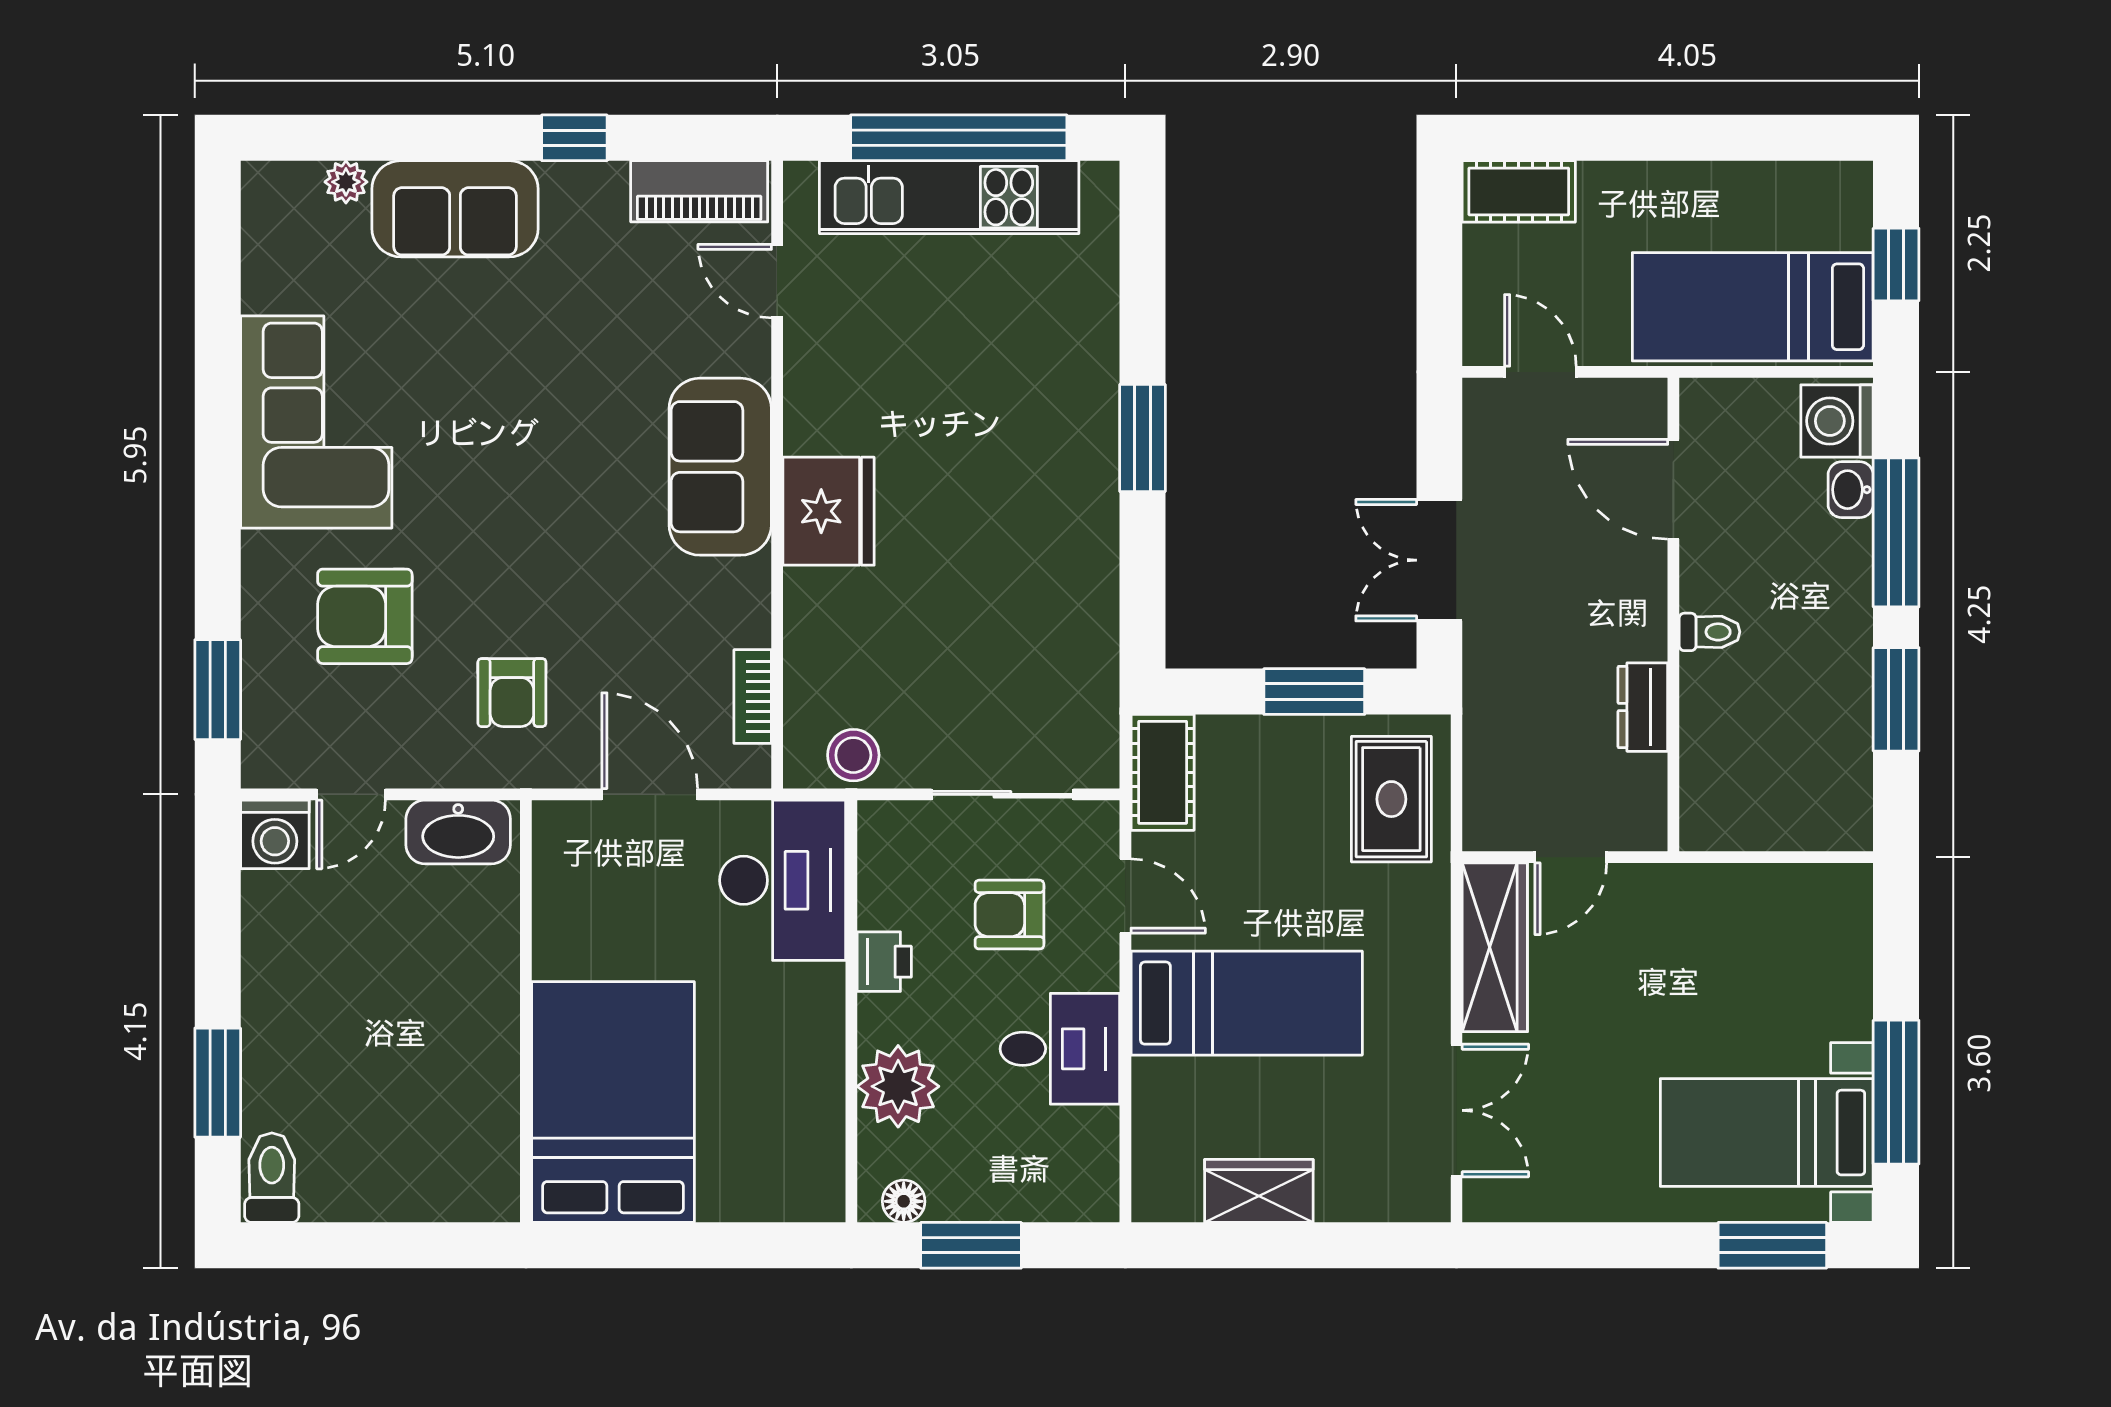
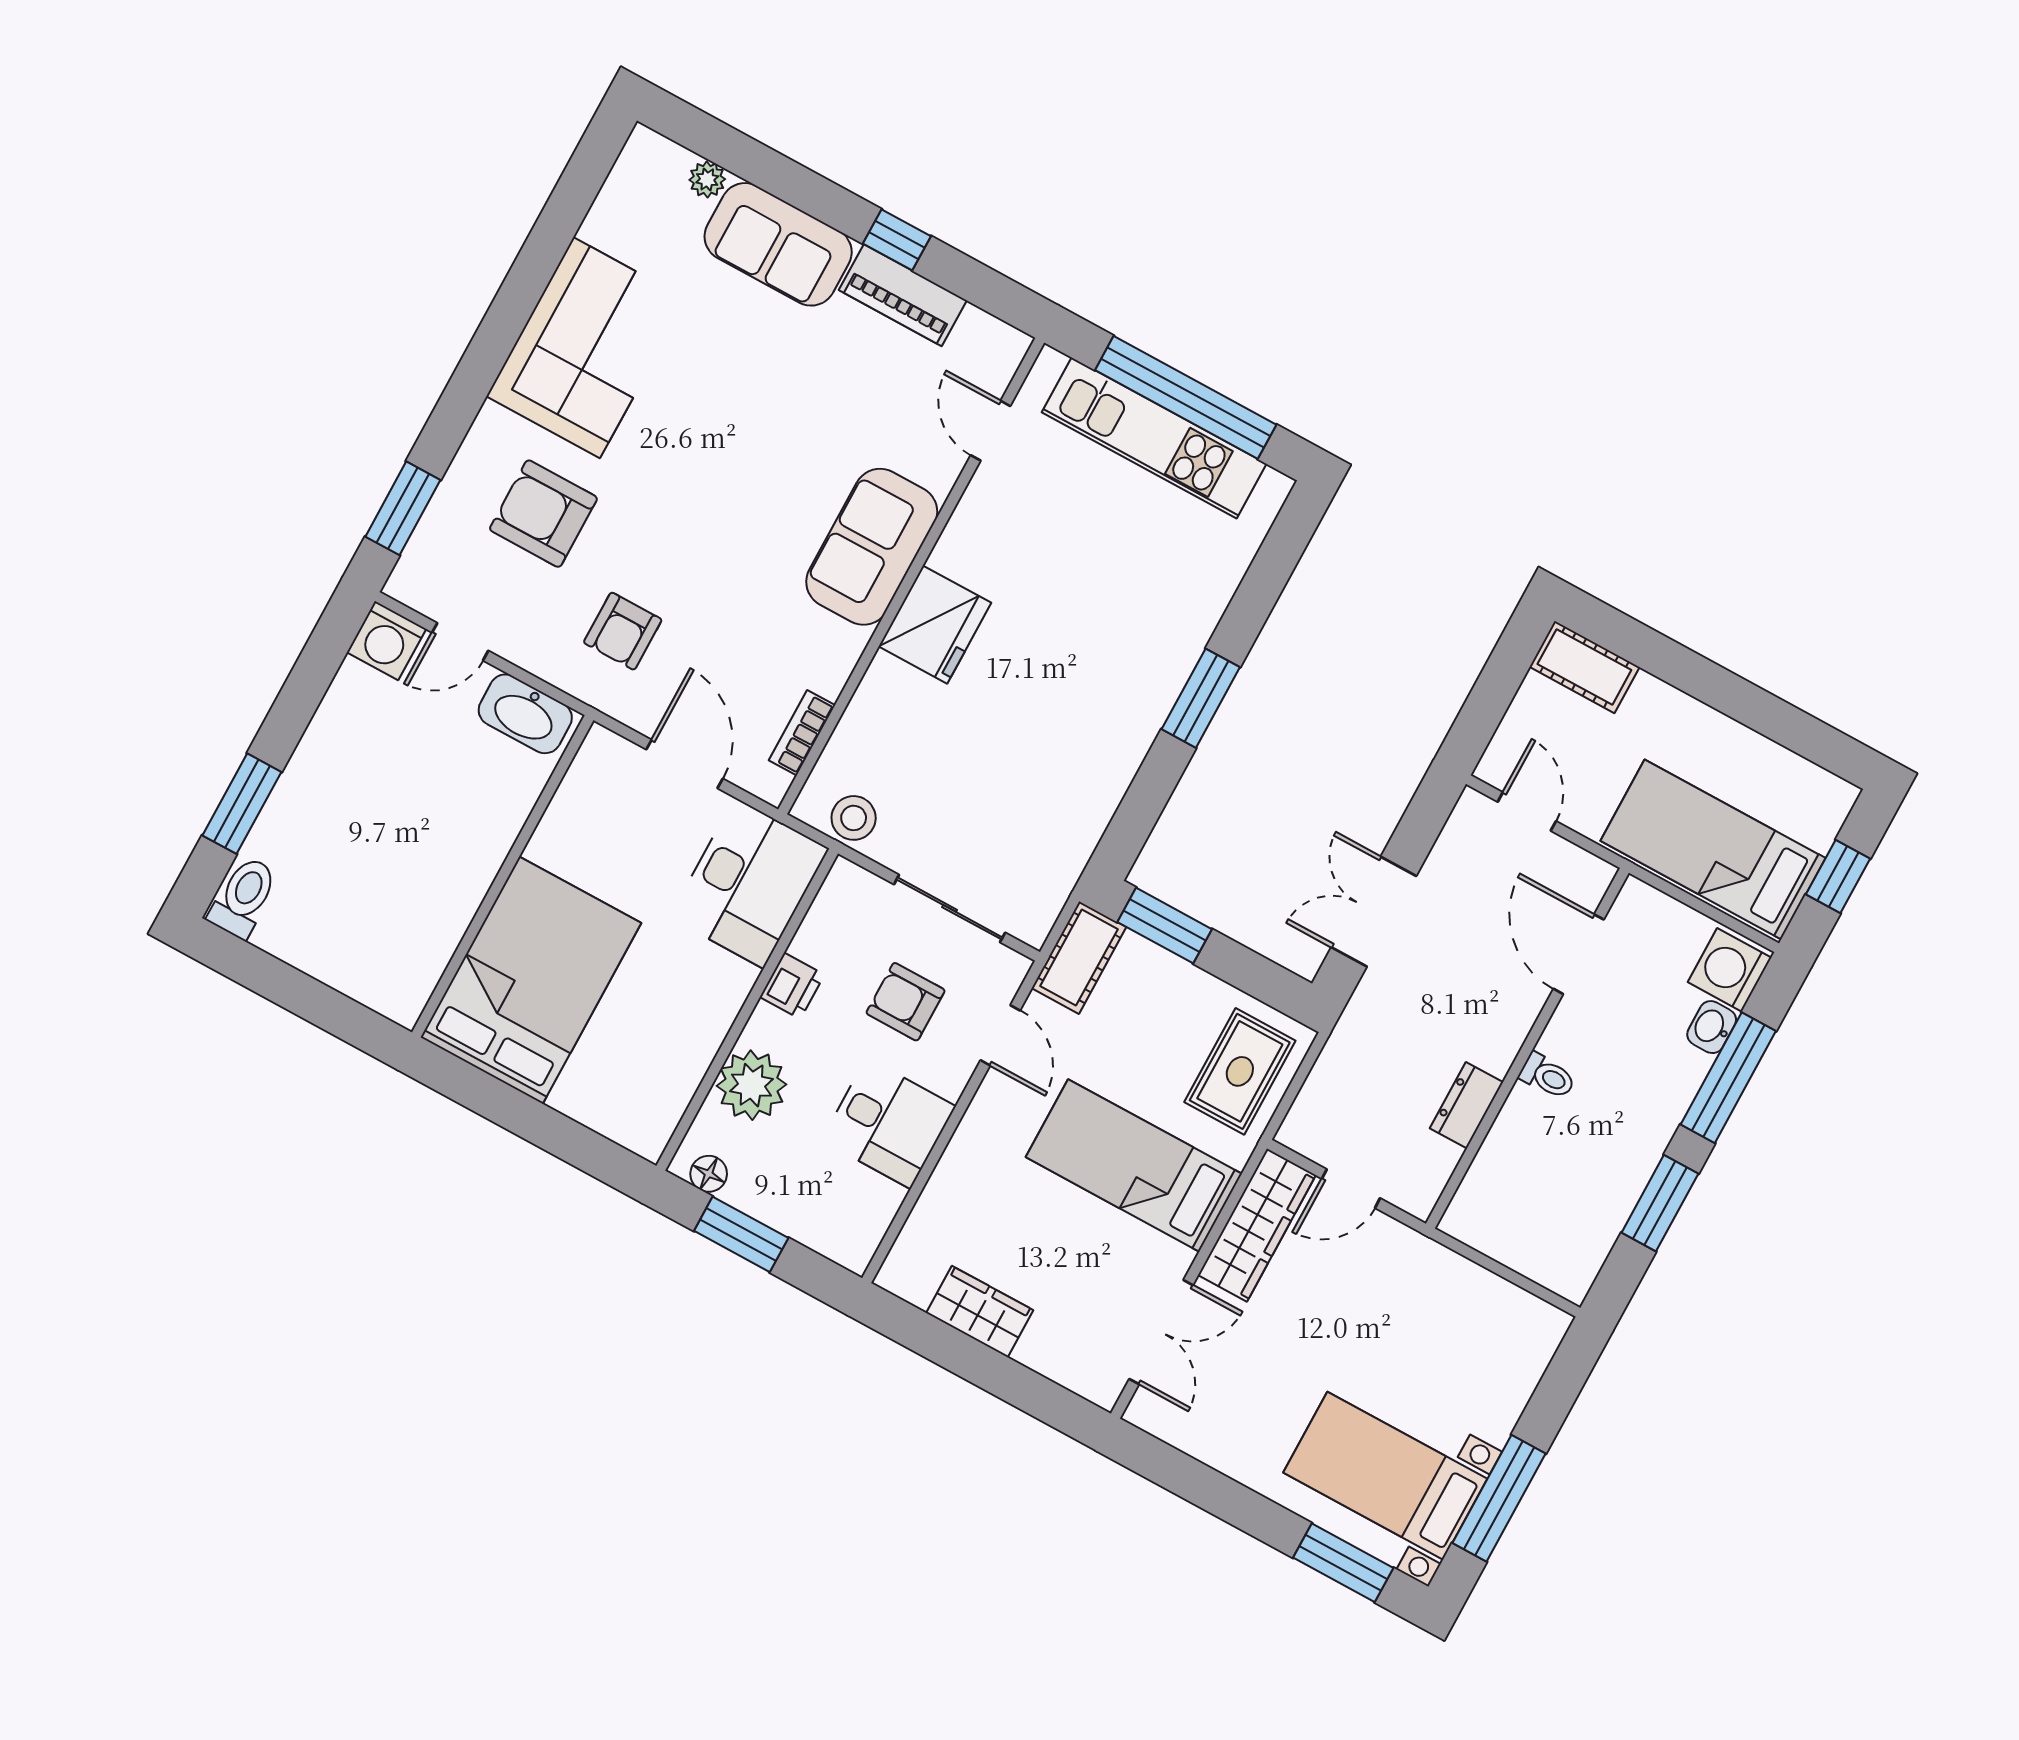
piano: (699, 191) -> (903, 295), moved
window: (1314, 692) -> (1165, 926), moved
bed: (1247, 1003) -> (1134, 1165), moved, turned 180

